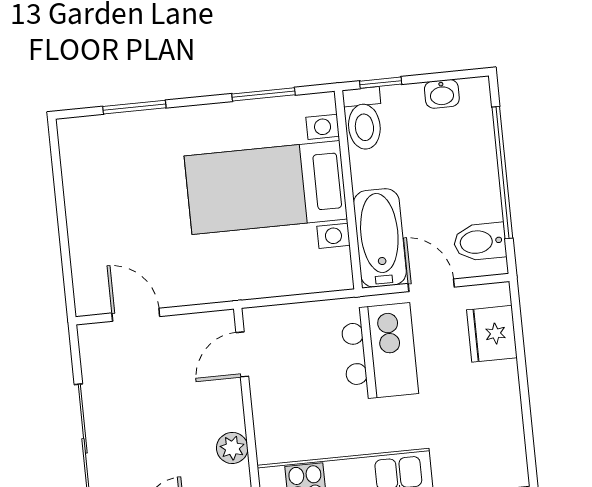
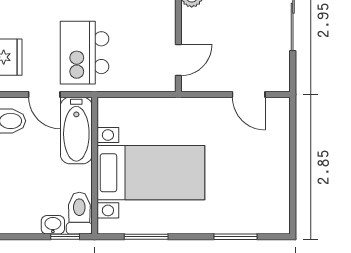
washbasin: (442, 94) -> (53, 225), moved

